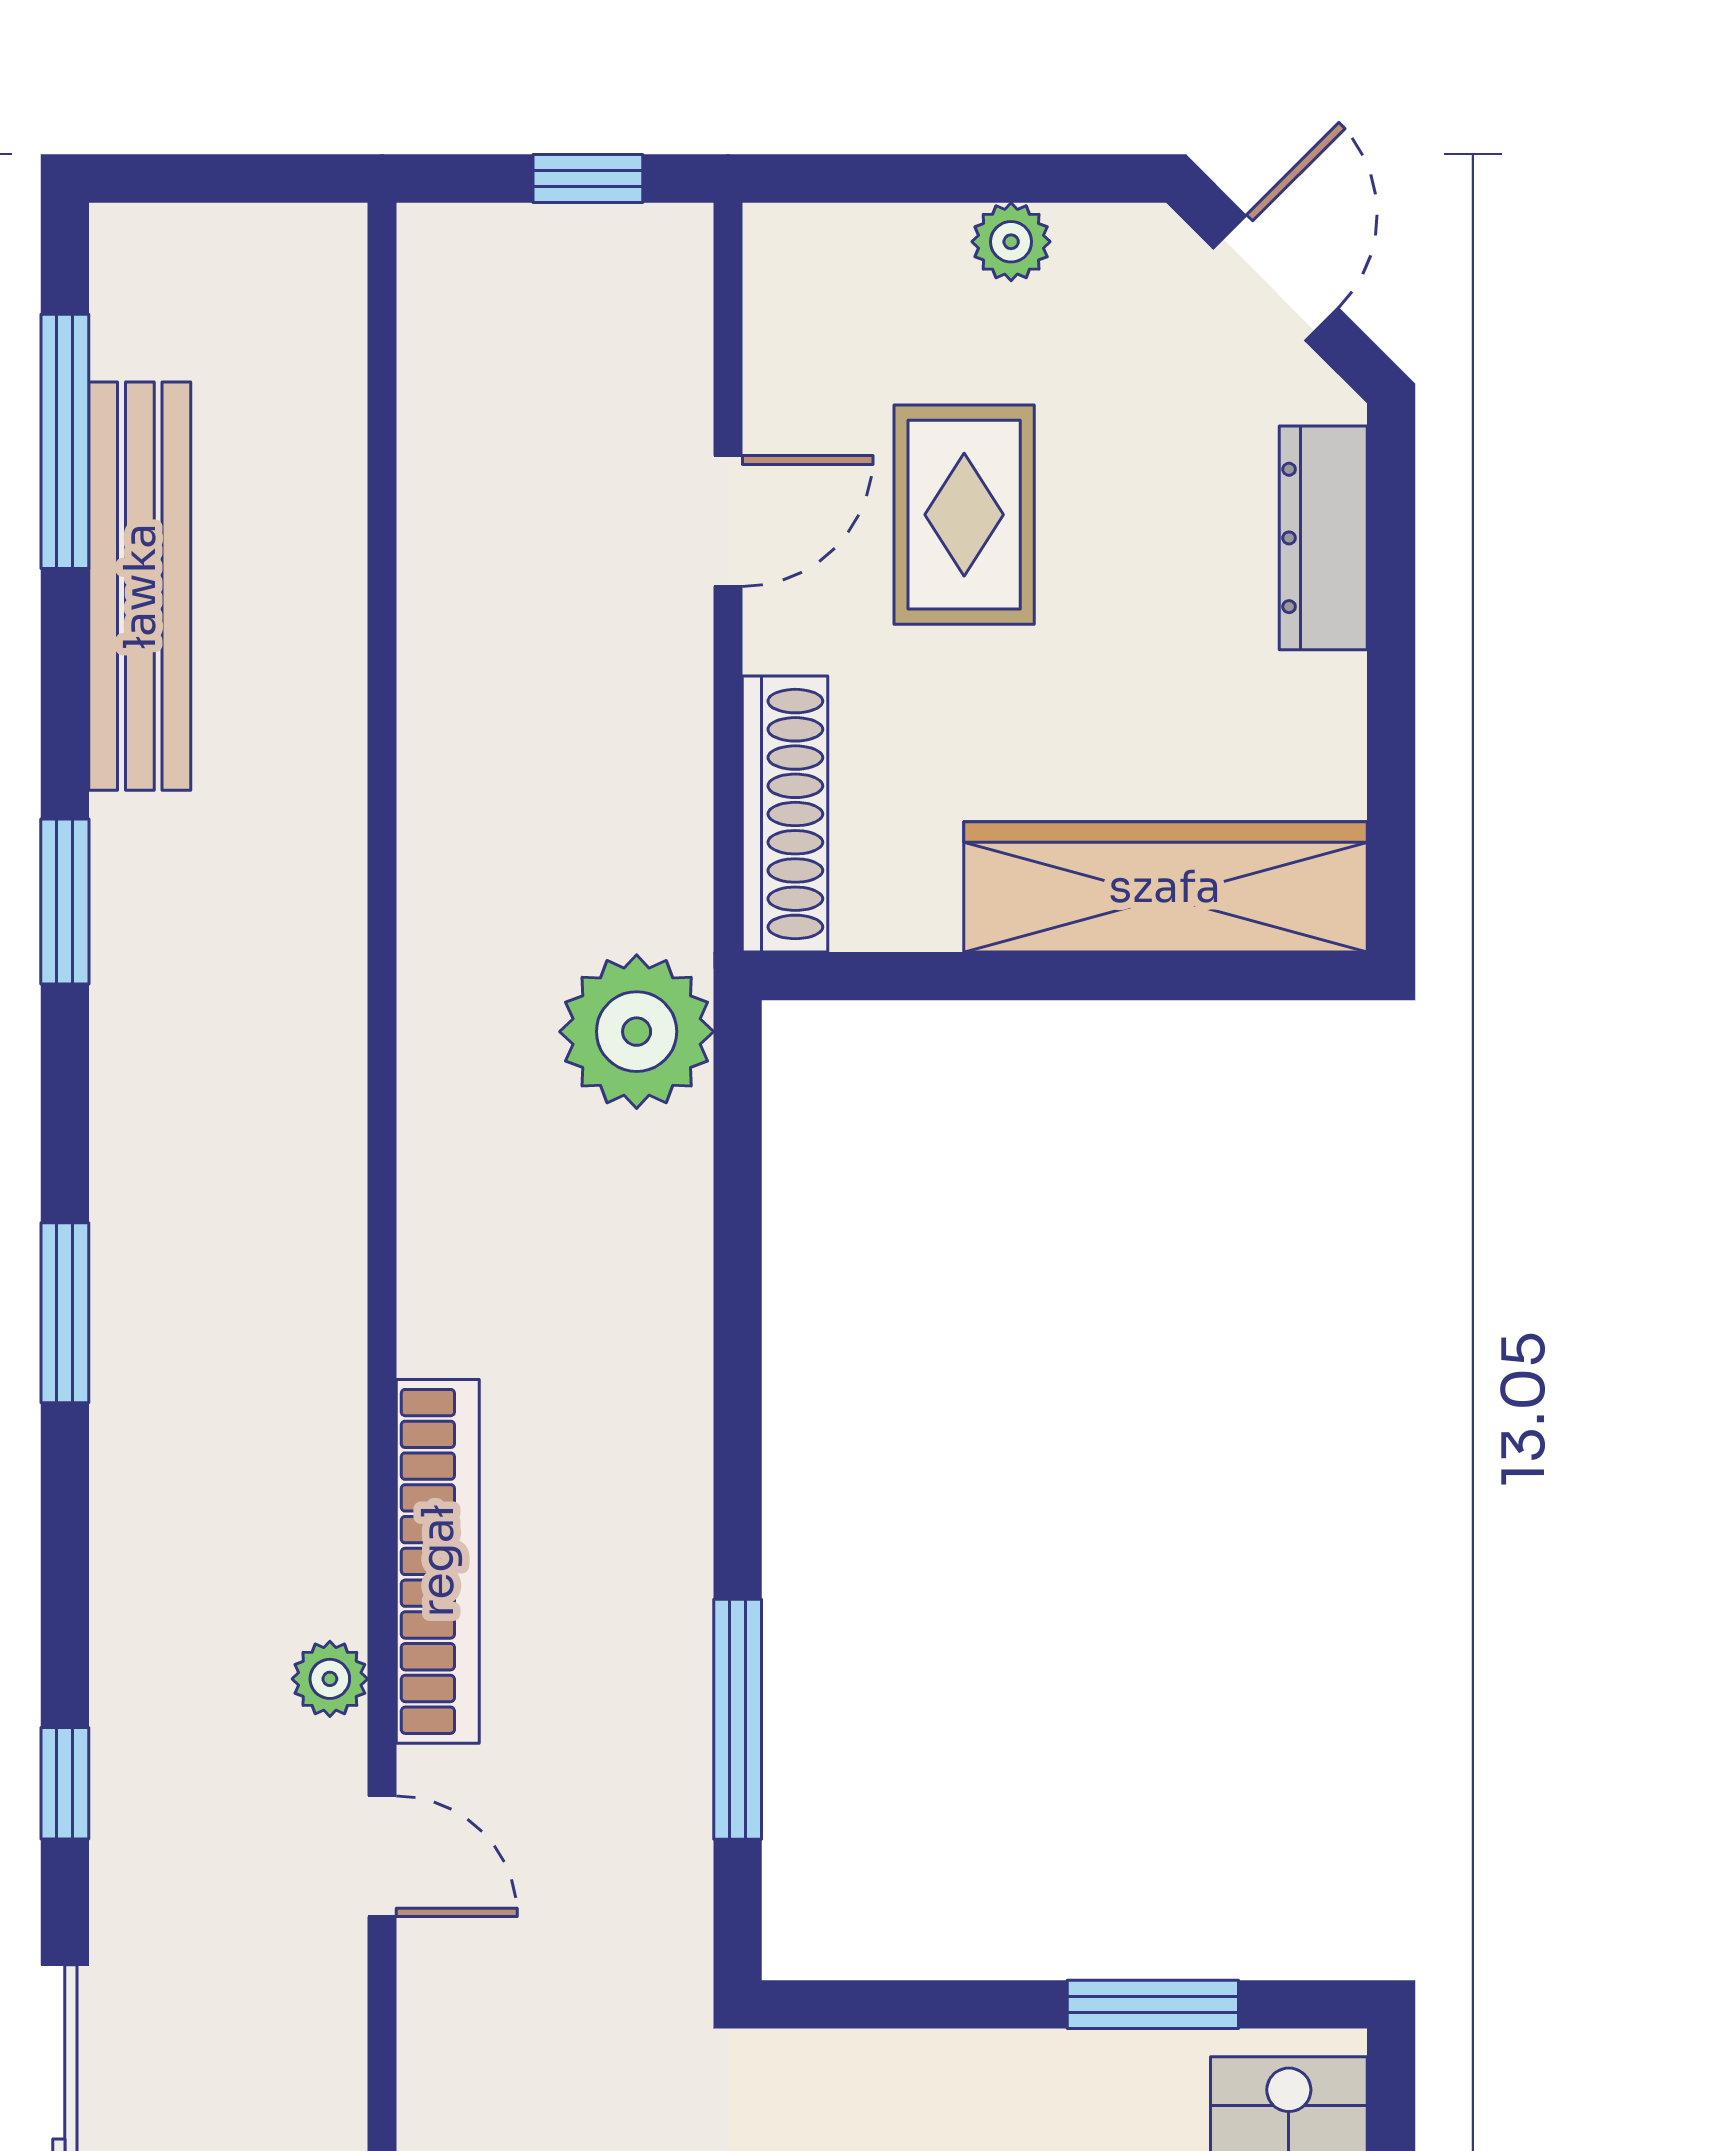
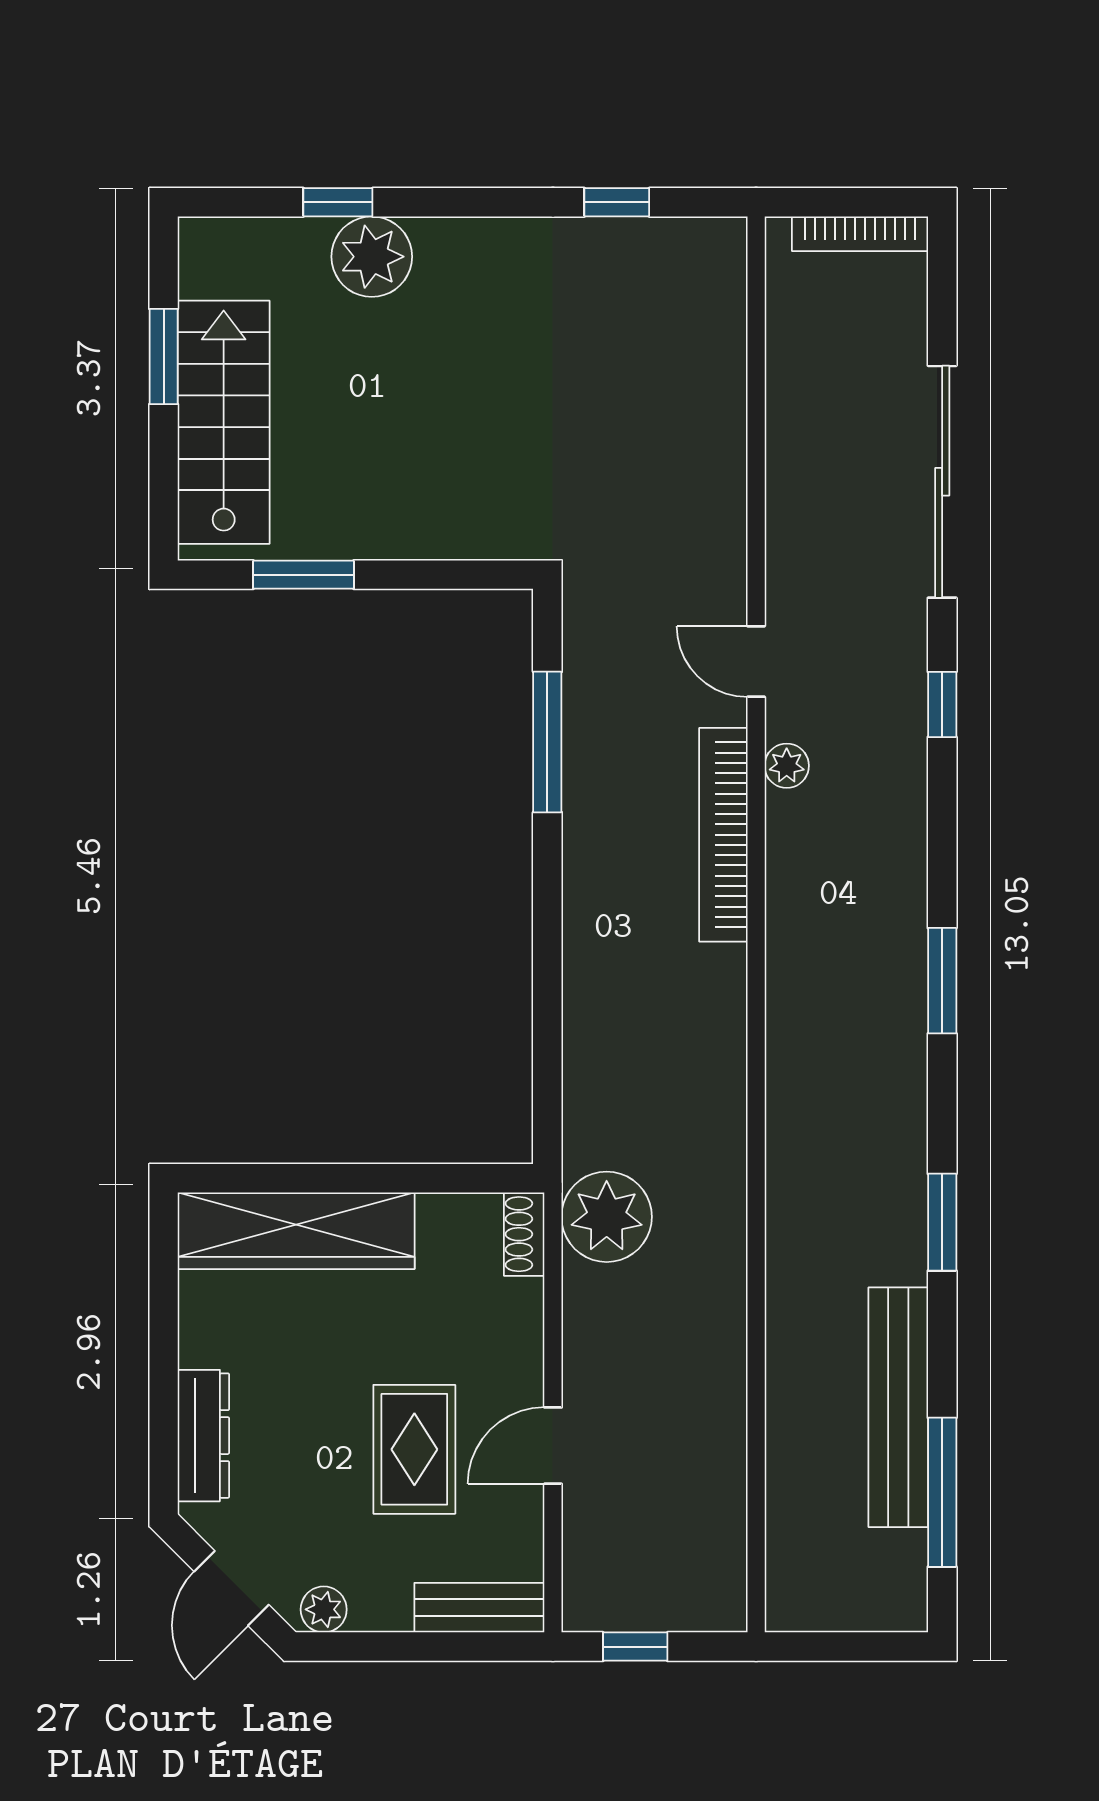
plant: (1011, 242) -> (324, 1609), moved
bench: (853, 245) -> (479, 1608), added
shoe rack: (785, 814) -> (524, 1234), width x0.51, depth x0.81
plant: (637, 1032) -> (607, 1217), moved

